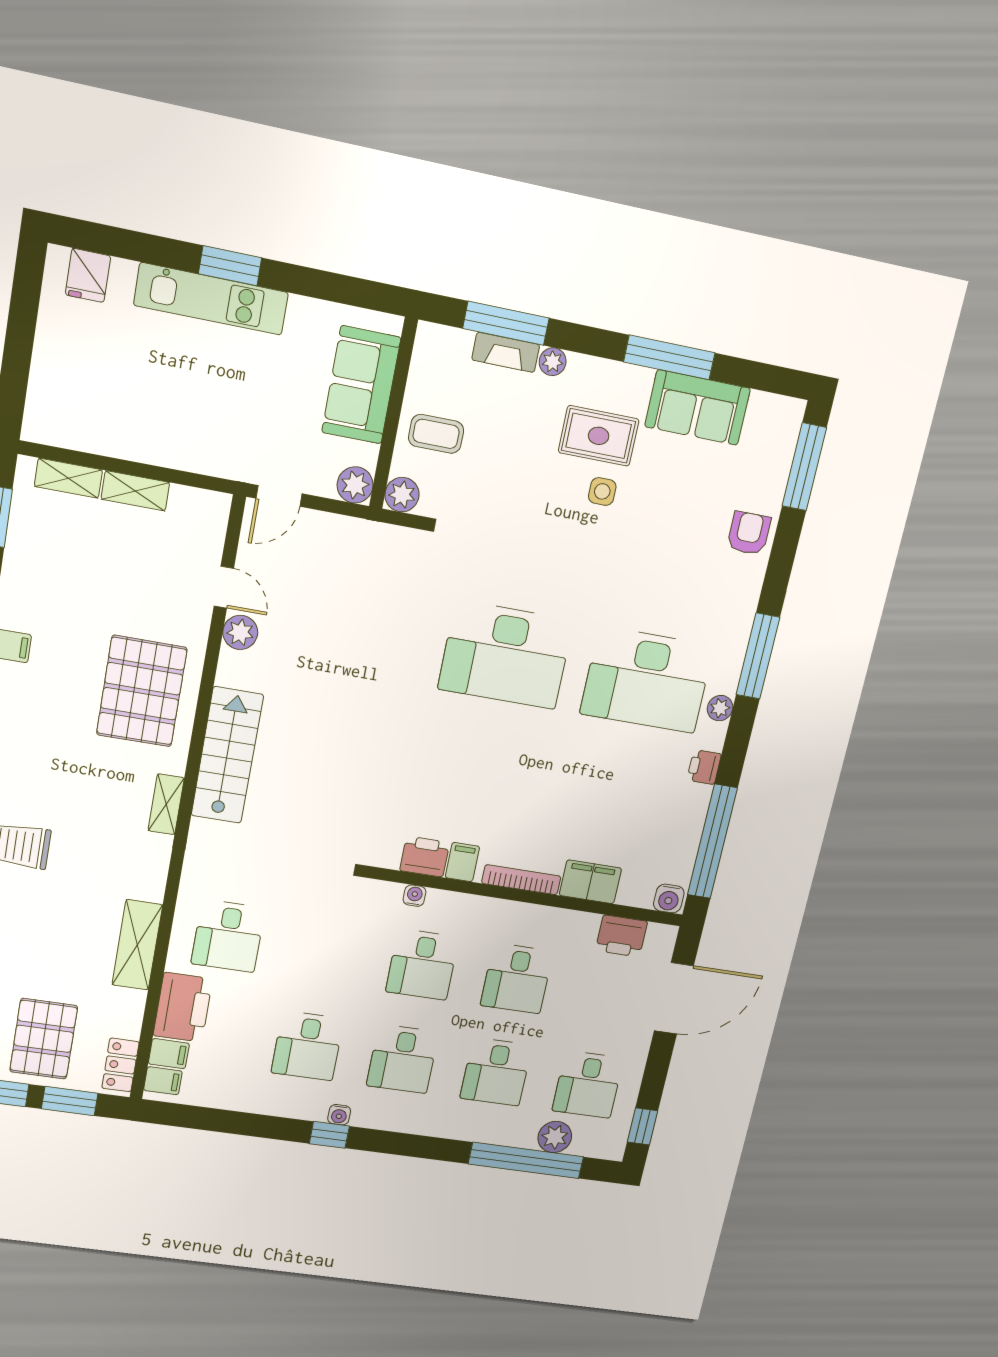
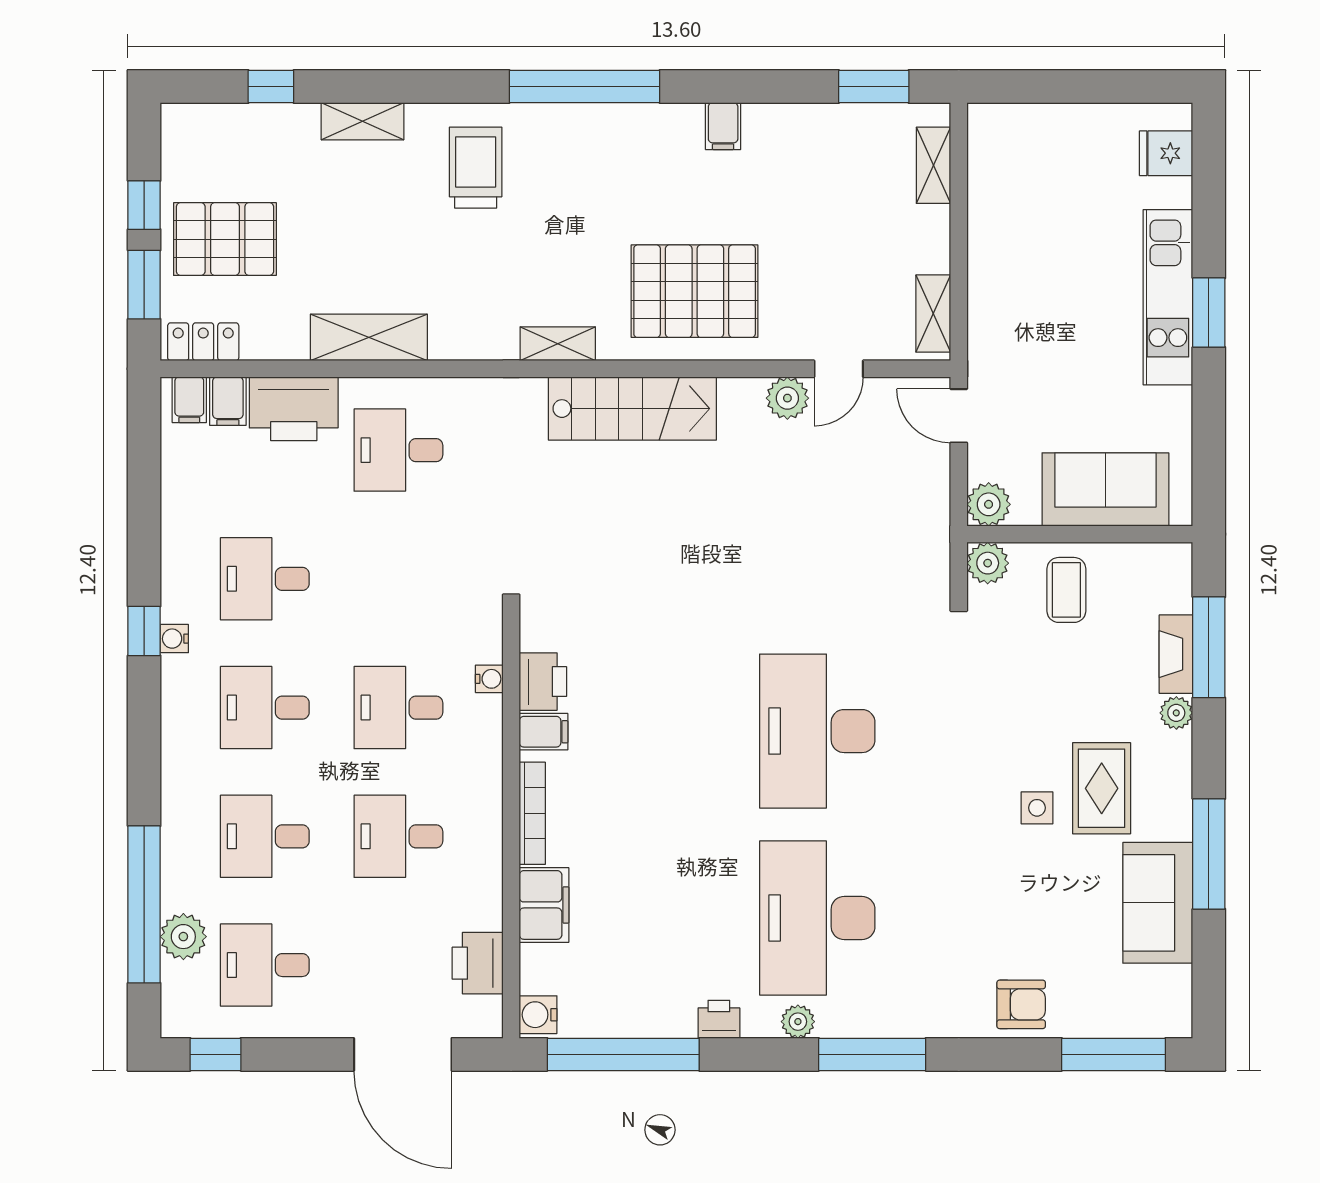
shelving: (135, 491) -> (933, 314), moved

